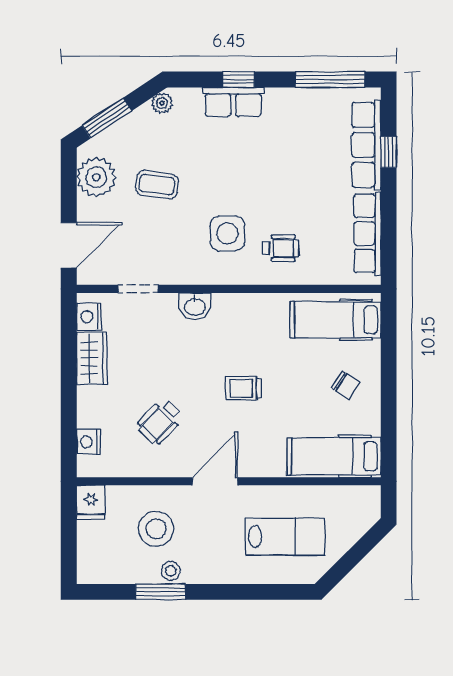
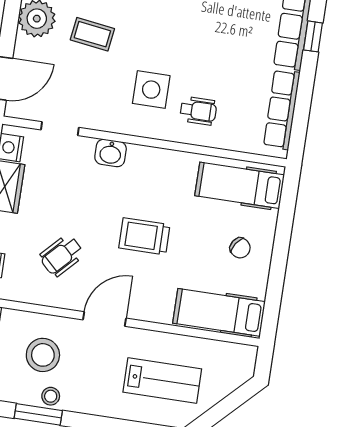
trolley: (244, 388) -> (144, 236), width x1.36, depth x1.39

